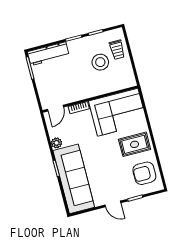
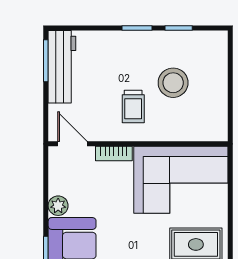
trolley: (117, 50) -> (133, 107), moved
workbench: (48, 54) -> (62, 67), moved, turned -90
door: (56, 108) -> (72, 144), swing flipped

